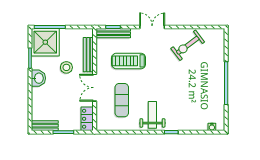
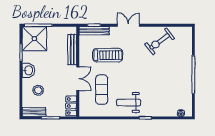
treadmill: (129, 61) -> (108, 55), turned 180
stool: (66, 67) -> (38, 90), moved
double door: (95, 88) -> (78, 79), swing flipped
weight bench: (152, 115) -> (129, 103), turned -90

